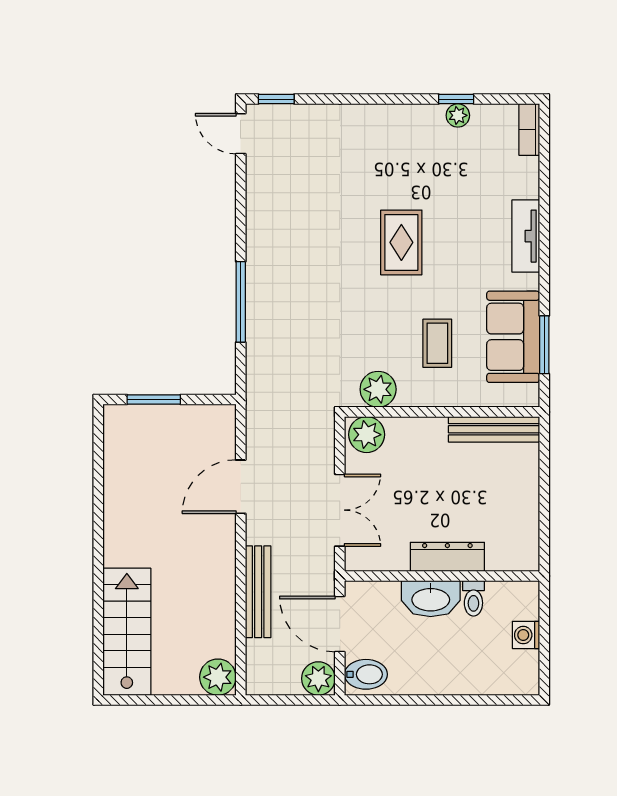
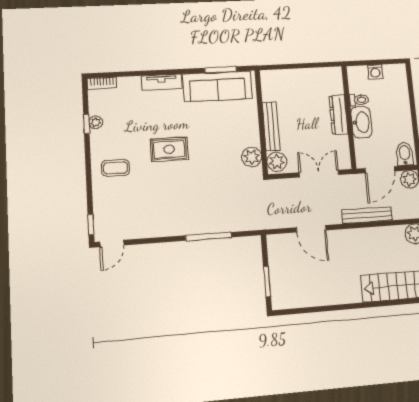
sofa: (513, 337) -> (217, 86), width x1.36
coffee table: (437, 343) -> (115, 168), moved
bench: (494, 429) -> (271, 126), moved

